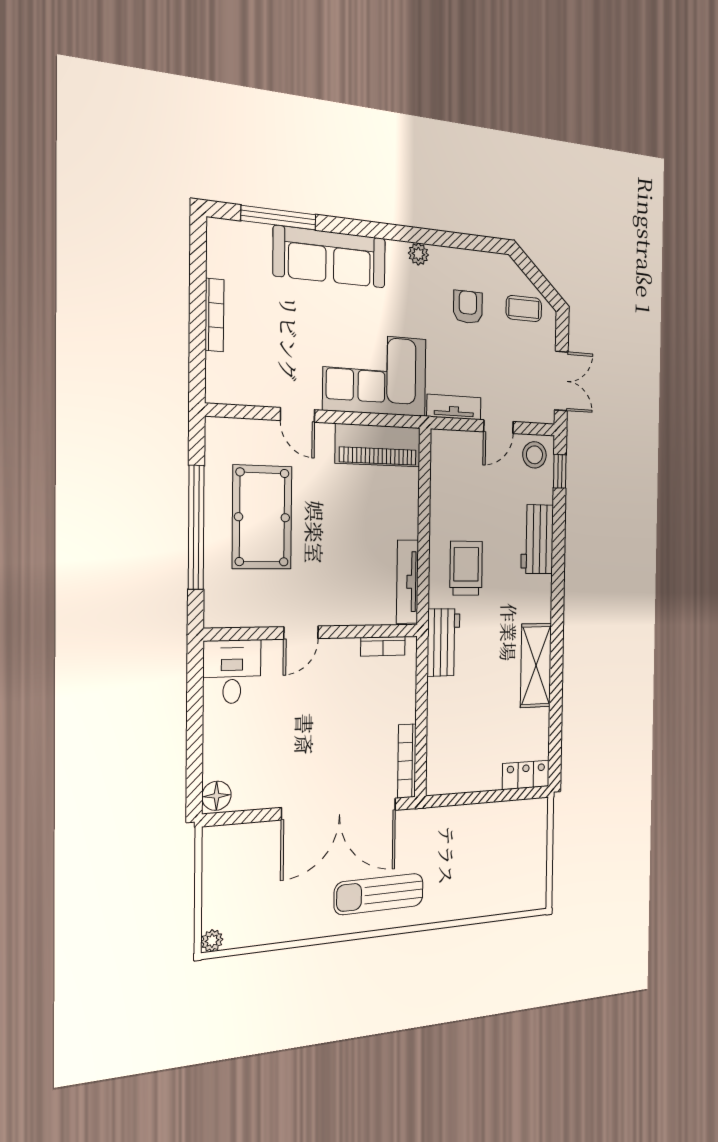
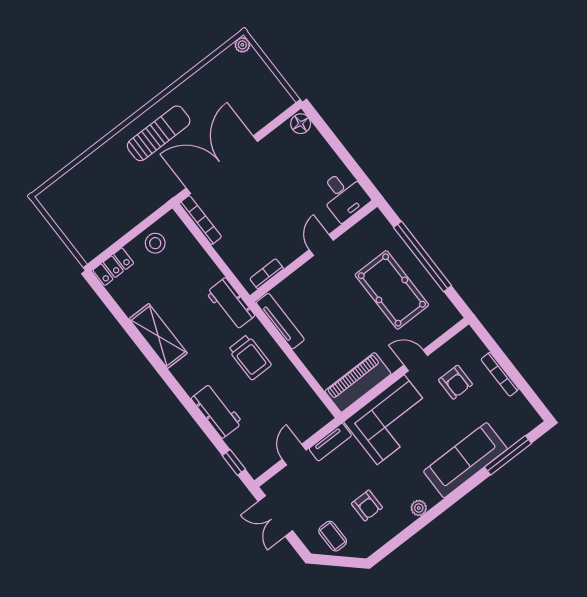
coffee table: (524, 309) -> (333, 536), turned 90
armchair: (273, 351) -> (455, 382), added
stool: (534, 455) -> (155, 243), moved

